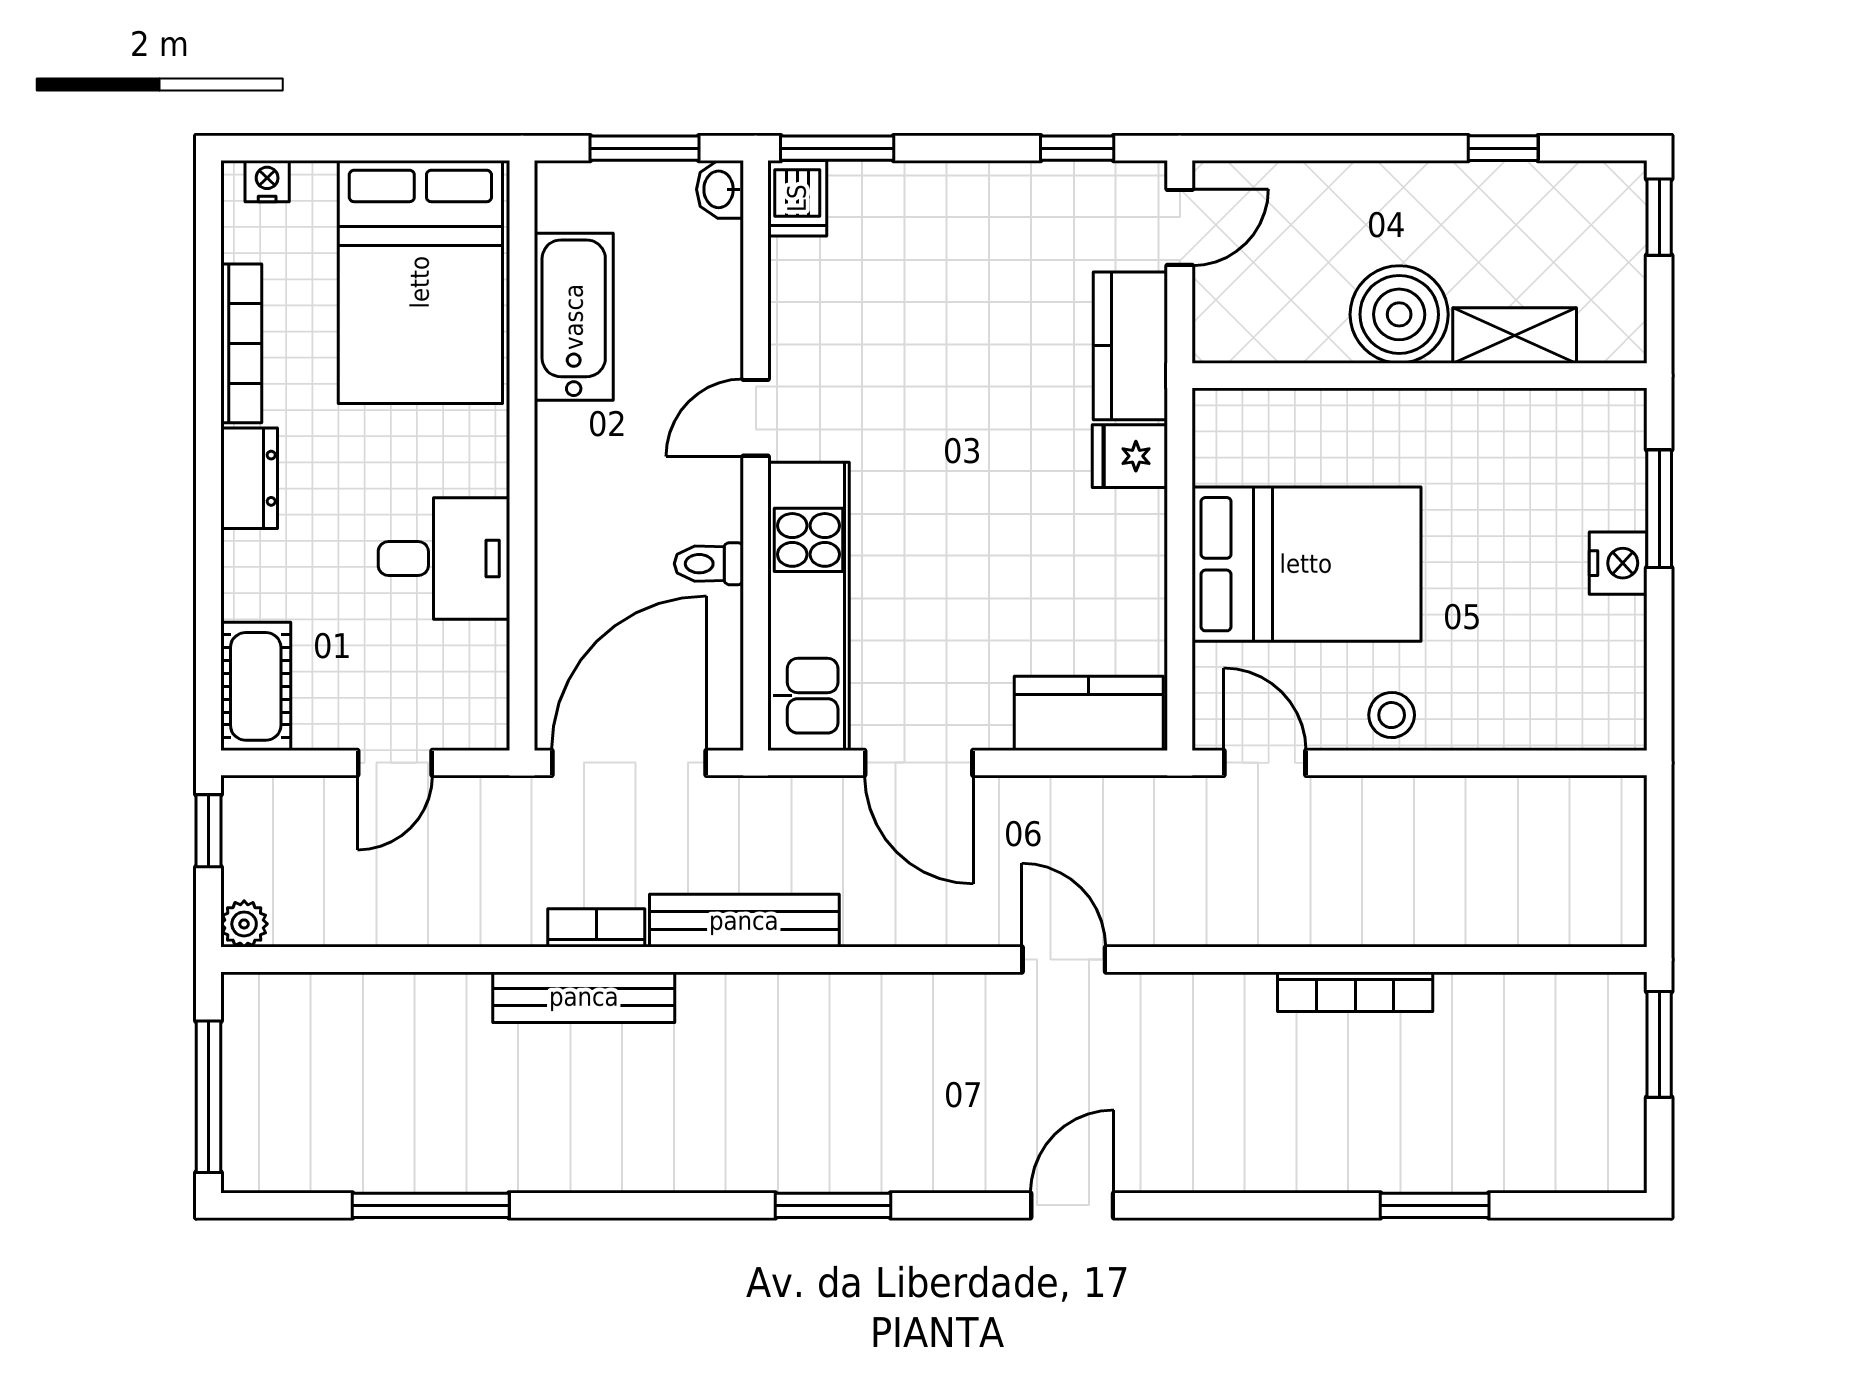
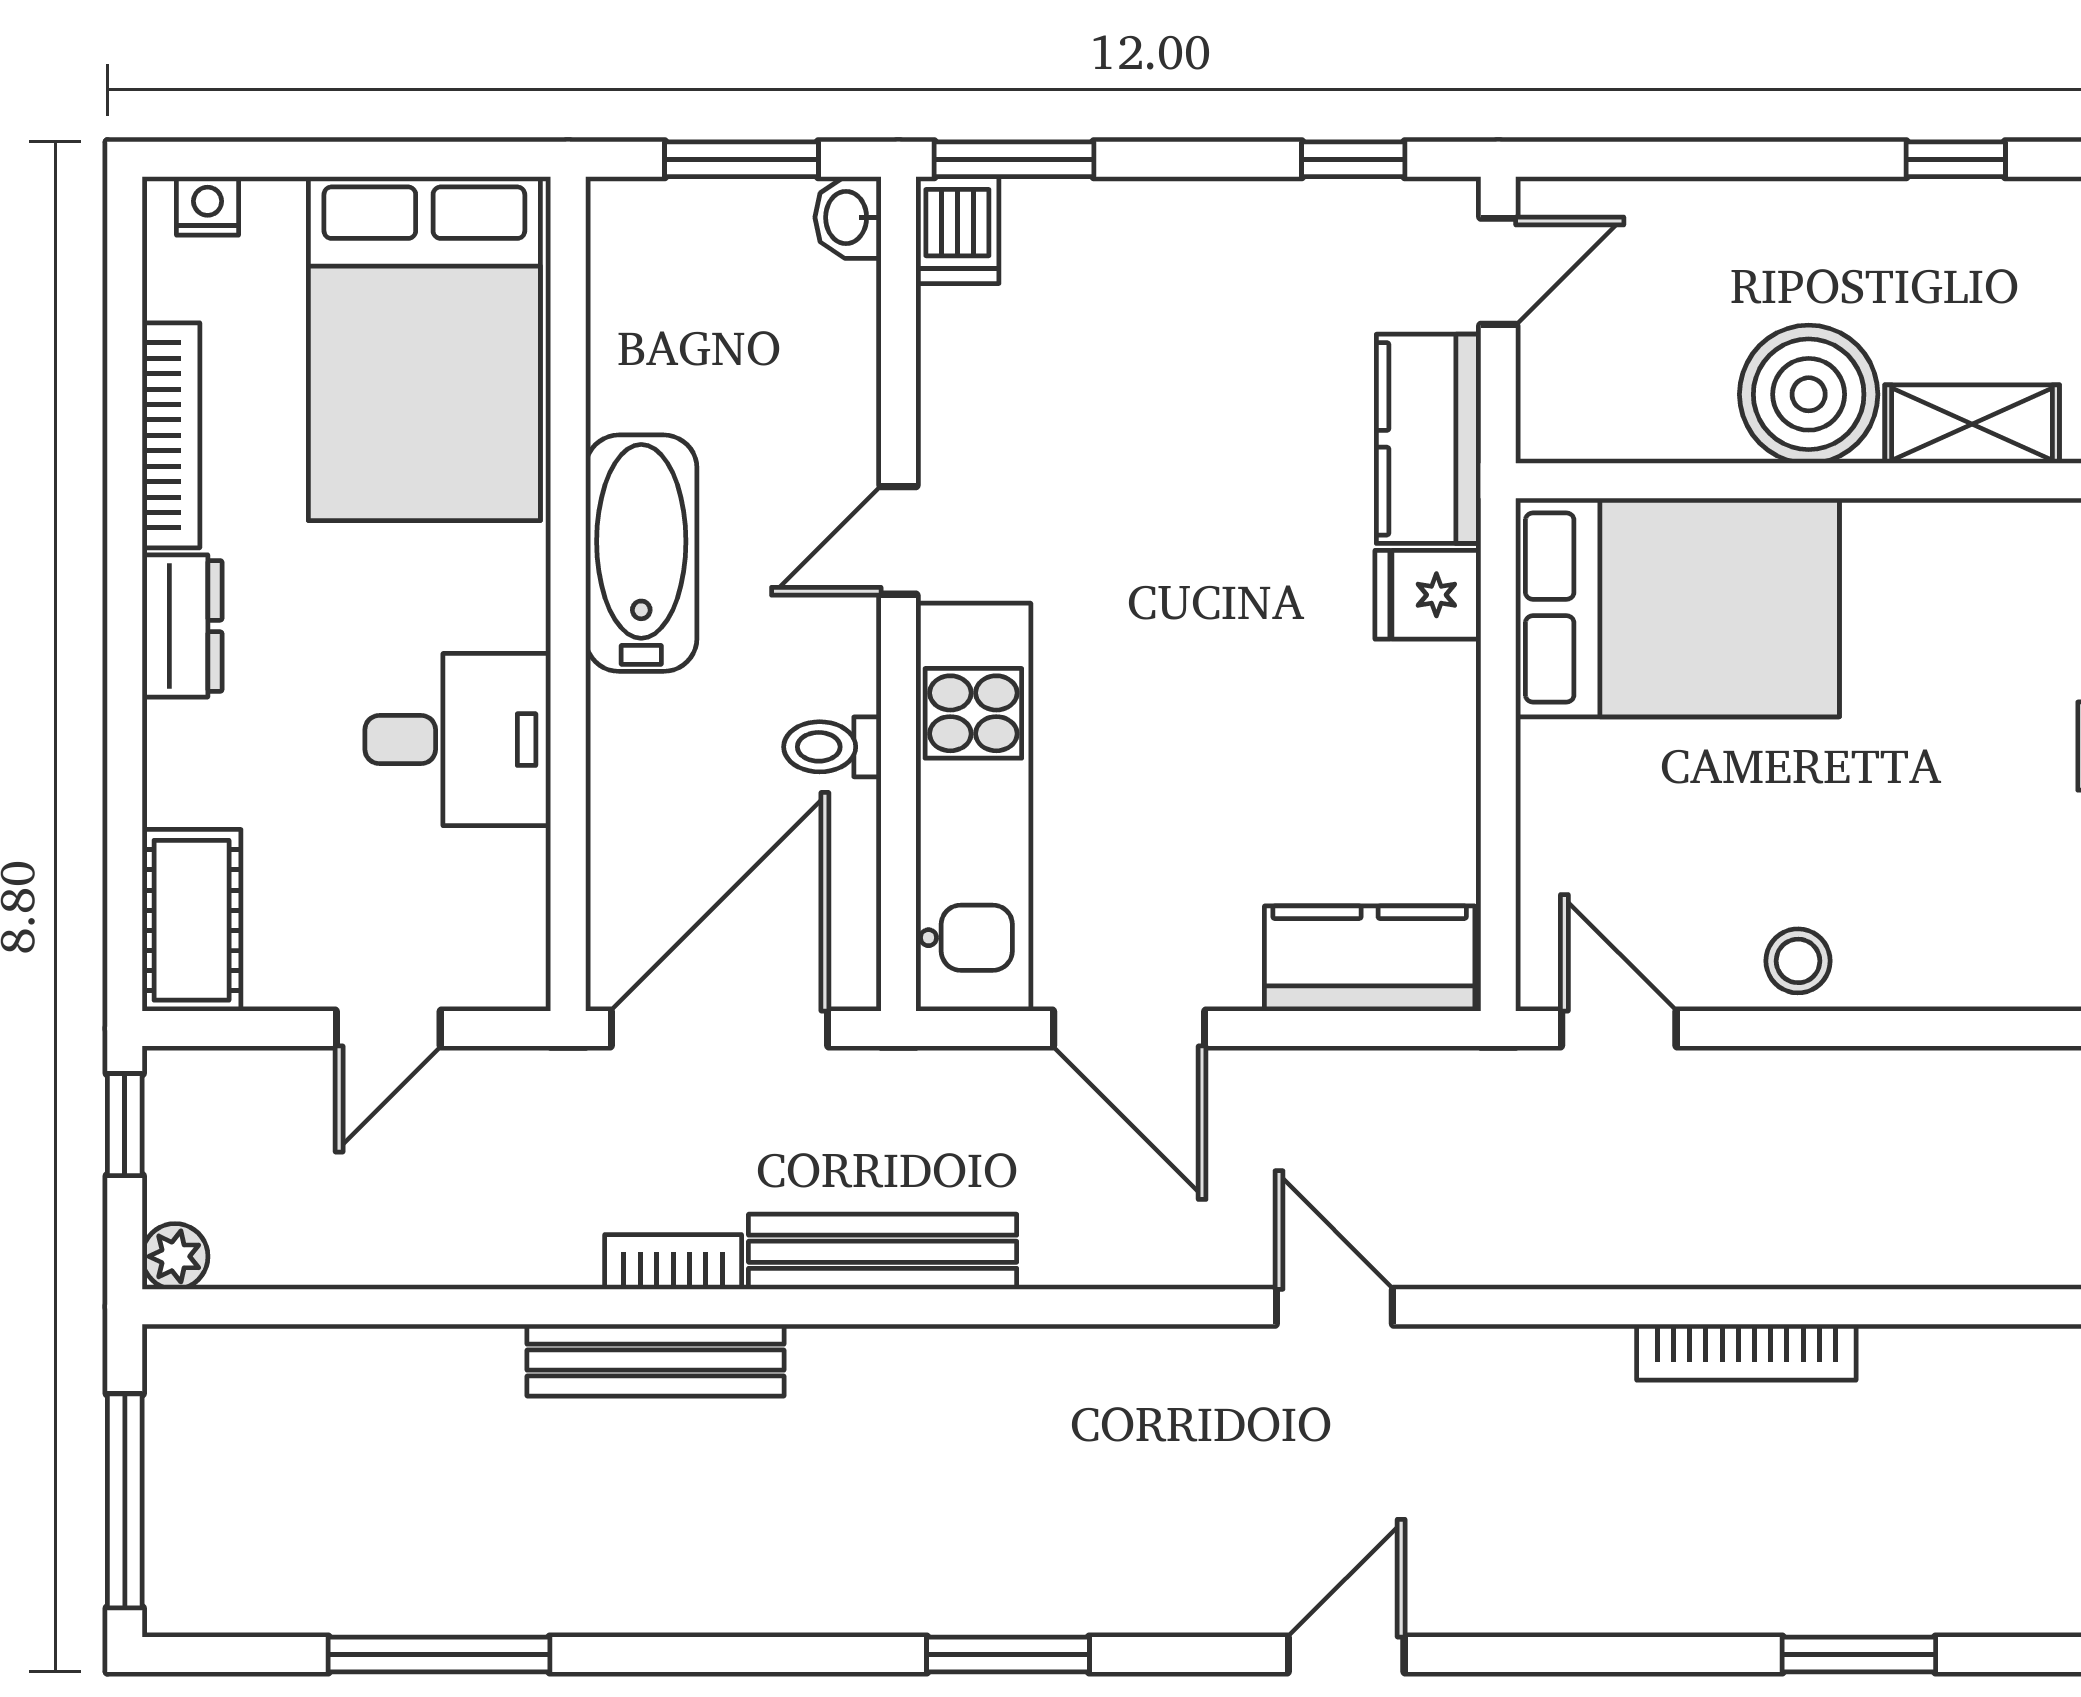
bathtub: (574, 317) -> (641, 553), moved
bed: (1306, 564) -> (1678, 608), moved

